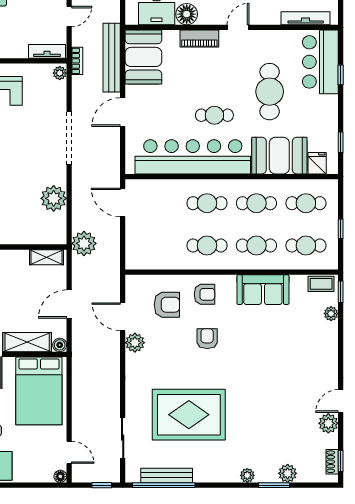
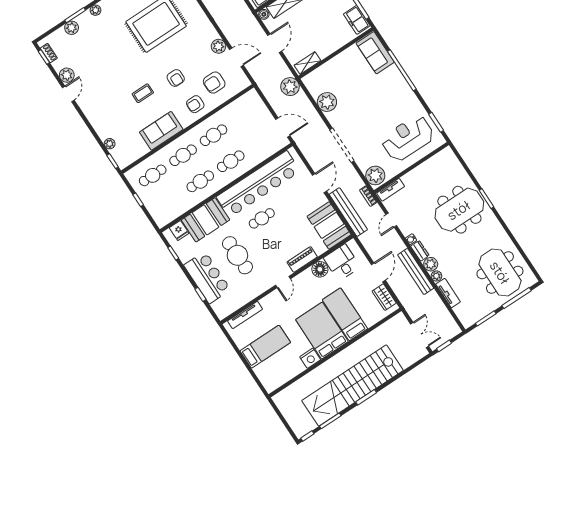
bar counter: (320, 62) -> (207, 277), moved
plant: (60, 73) -> (375, 175), width x1.87, depth x1.87
cafe table: (306, 203) -> (170, 201), removed
coffee table: (321, 284) -> (143, 93), moved

